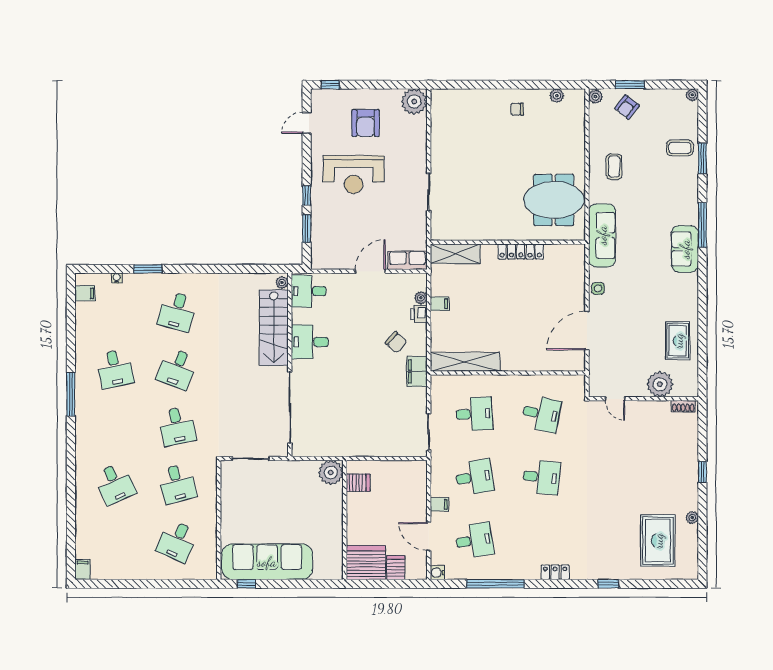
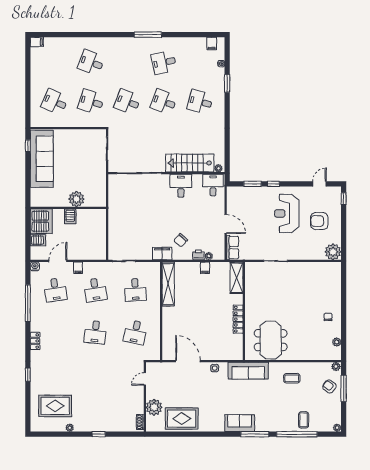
window: (630, 85) -> (344, 388), width x1.44
door: (307, 123) -> (319, 184), hinge flipped
window: (702, 159) -> (297, 434), width x2.11
rug: (678, 341) -> (182, 419), width x1.36, depth x1.43
desk: (177, 426) -> (127, 102), turned 33
plant: (331, 472) -> (76, 199), moved
server rack: (358, 483) -> (70, 216), moved
desk: (115, 484) -> (91, 62), turned 45
desk: (177, 484) -> (91, 102), turned 33

